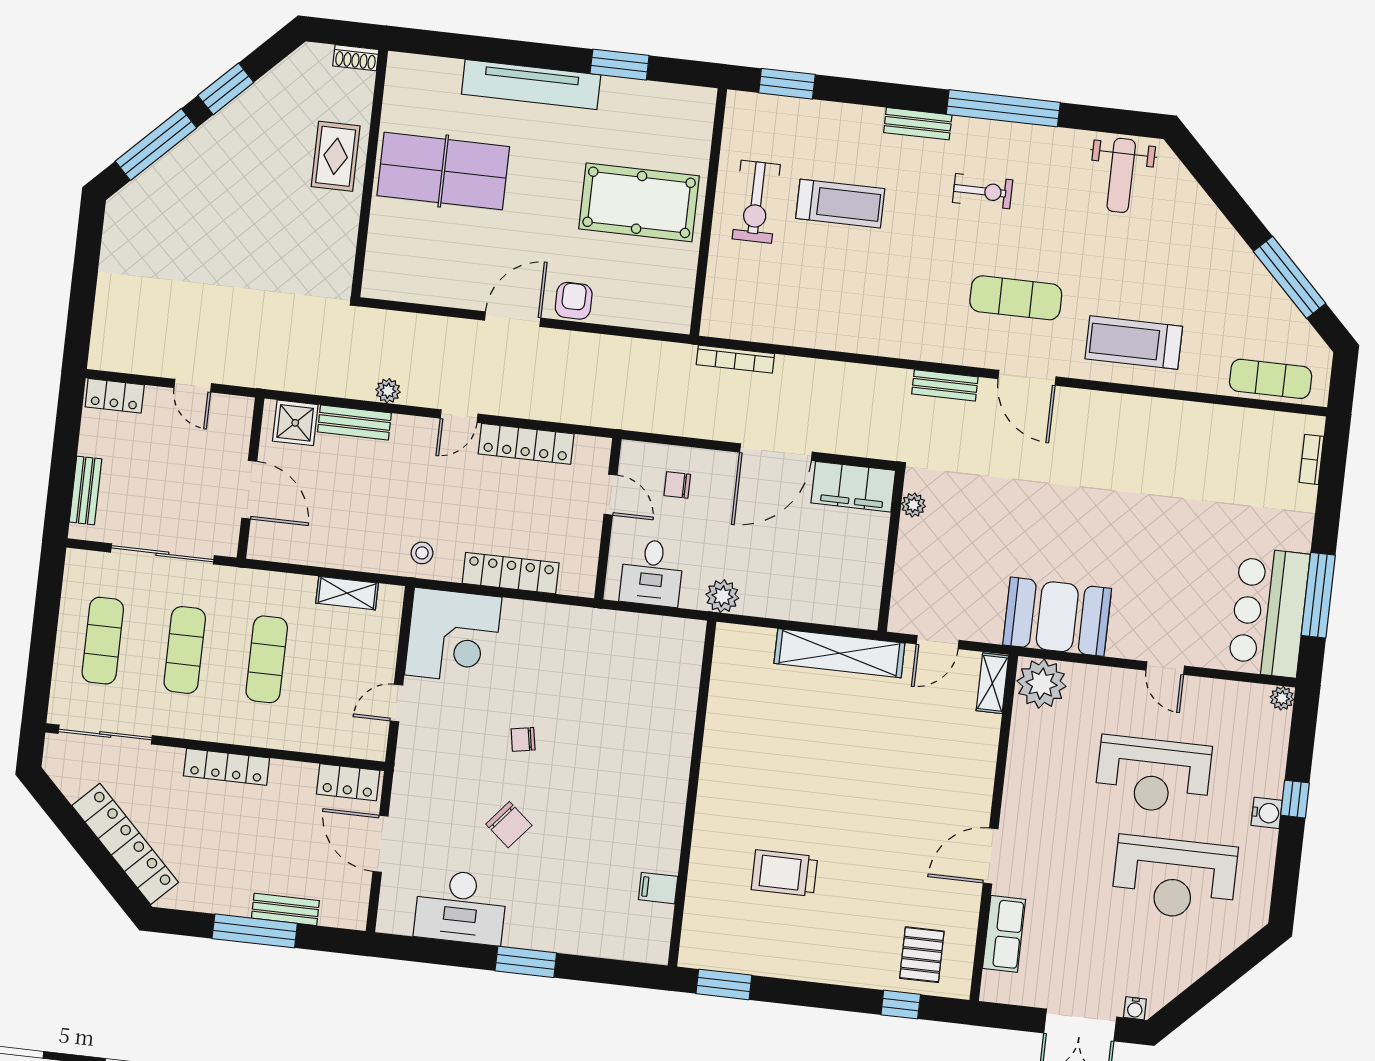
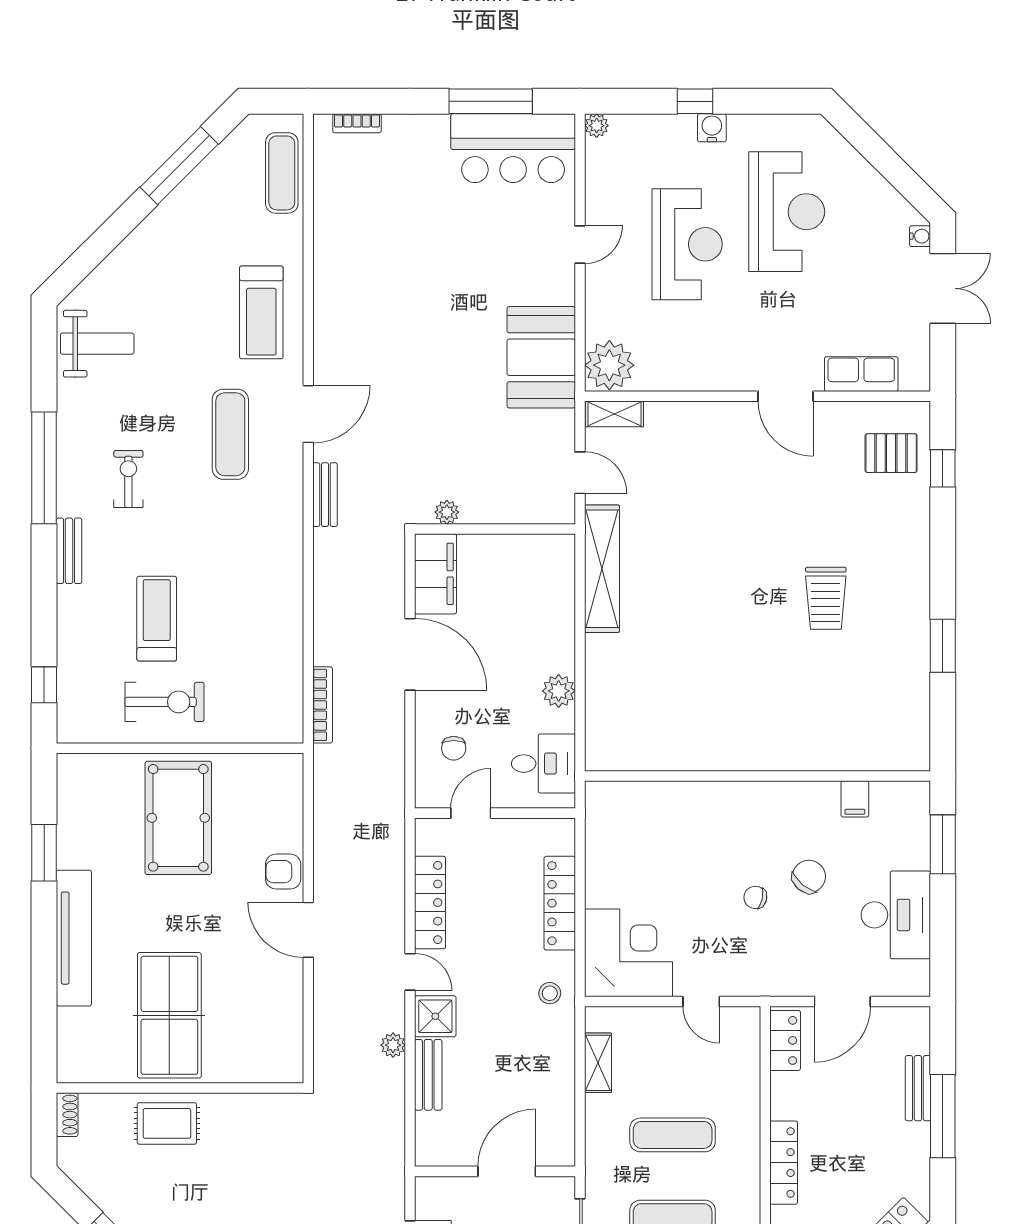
window: (787, 84) -> (44, 685), width x0.67
shower: (295, 423) -> (435, 1016), moved
chair: (523, 739) -> (755, 897), moved, turned 113
wall: (692, 794) -> (758, 776), moved
filing cabinet: (658, 888) -> (855, 799), moved

